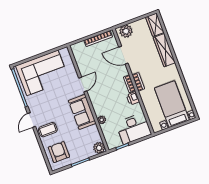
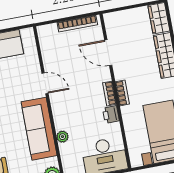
plant: (126, 31) -> (117, 20), removed
door: (83, 84) -> (45, 83), hinge flipped
sofa: (82, 112) -> (39, 129), width x1.36

